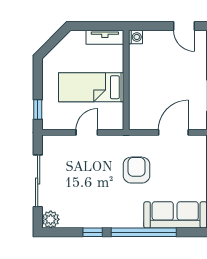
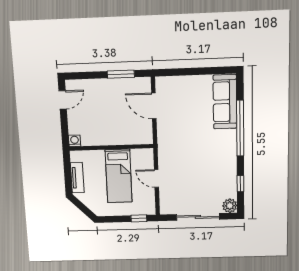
tv unit: (105, 37) -> (77, 178), moved
armchair: (137, 170) -> (187, 136), removed
window: (93, 232) -> (240, 184), moved

